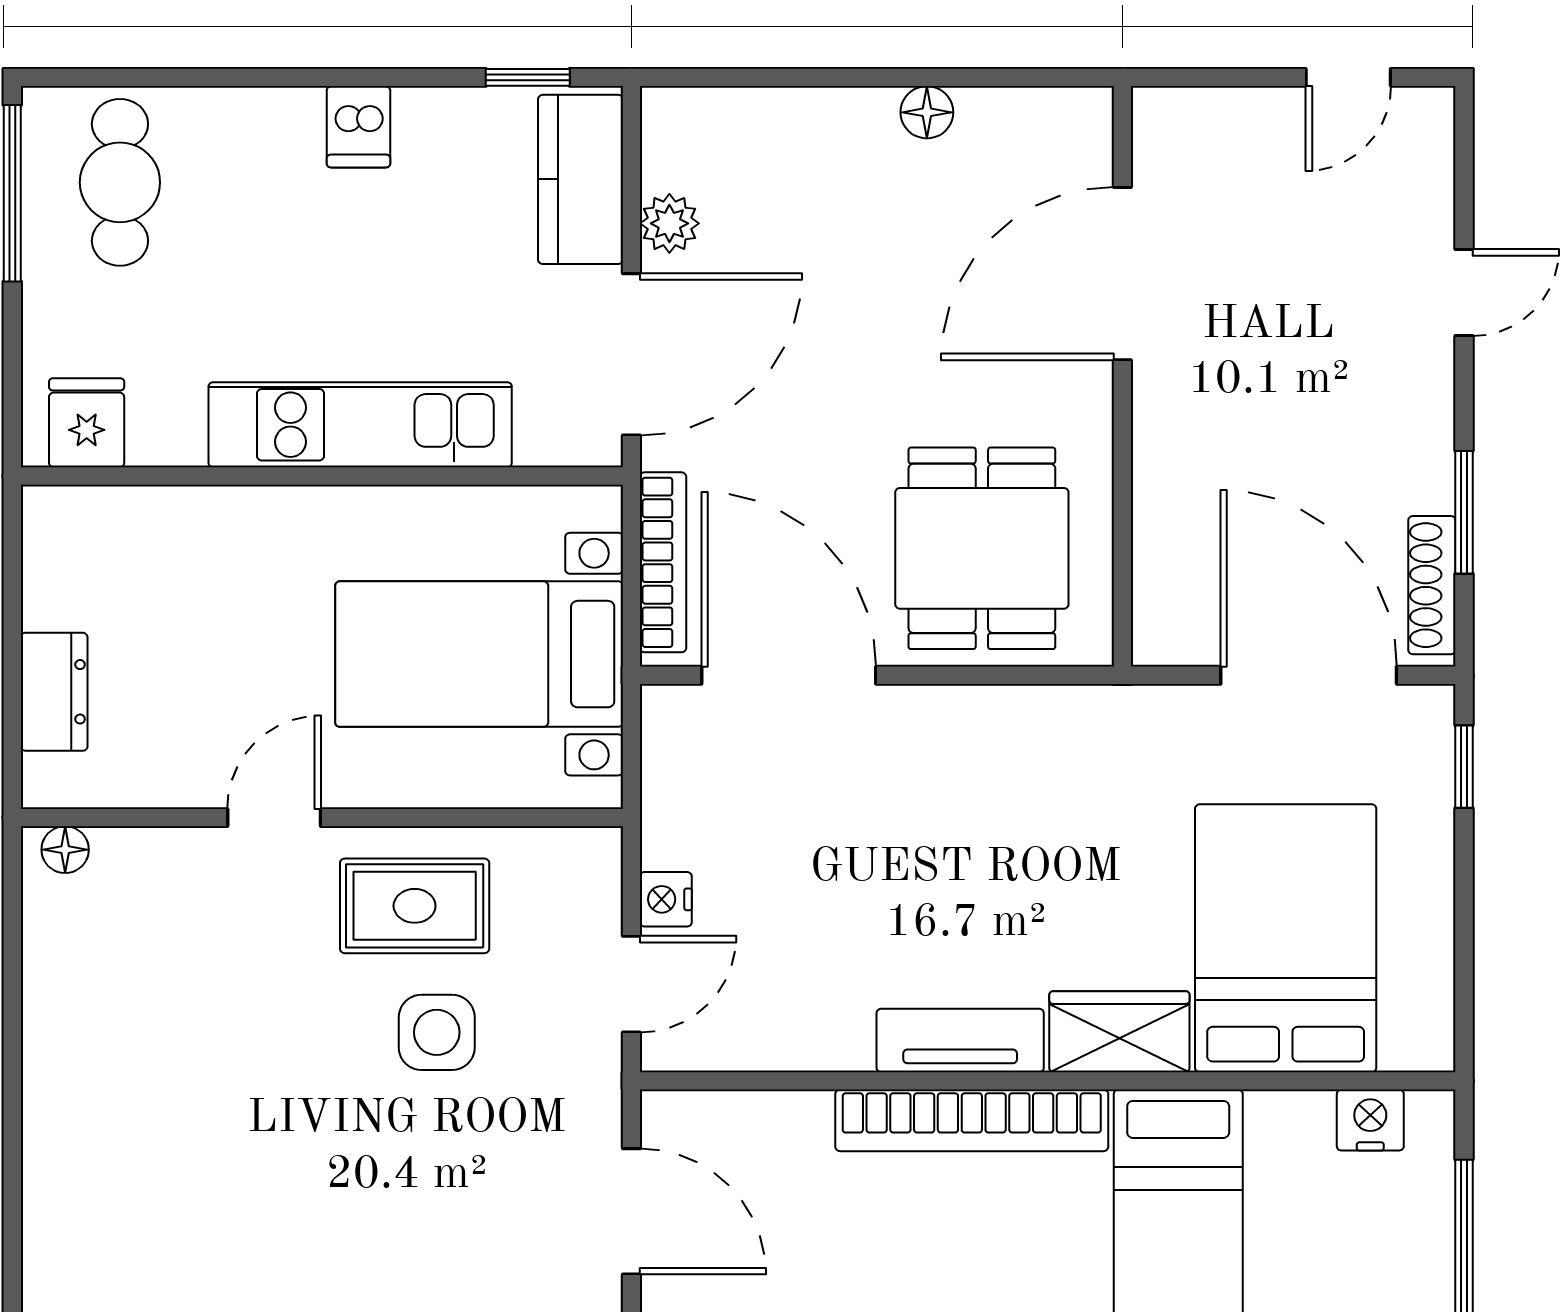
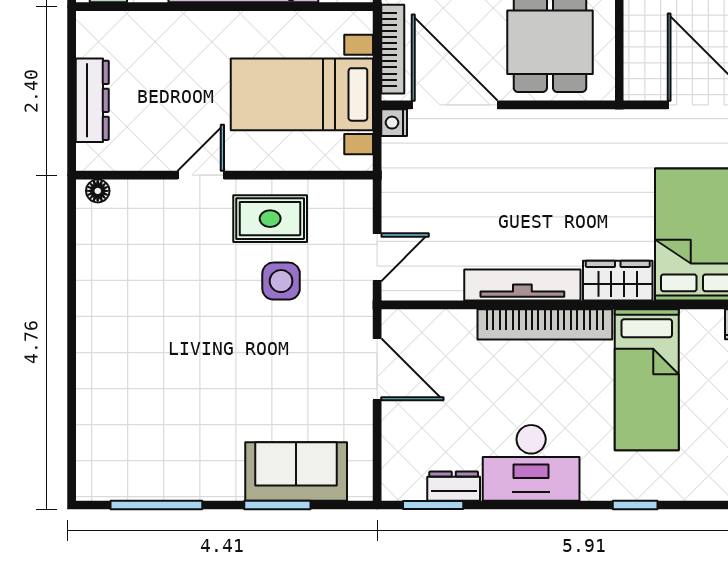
dresser: (54, 692) -> (92, 100), width x1.44
nightstand: (666, 899) -> (394, 123), moved
tv unit: (960, 1040) -> (522, 285), width x1.41

